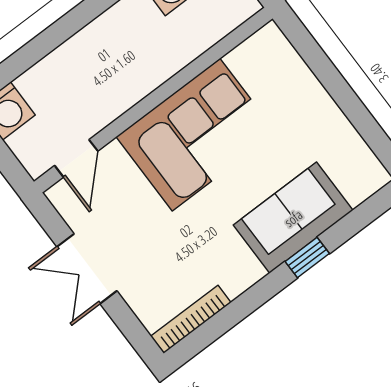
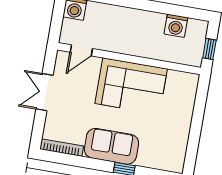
sofa: (293, 218) -> (111, 146), moved

